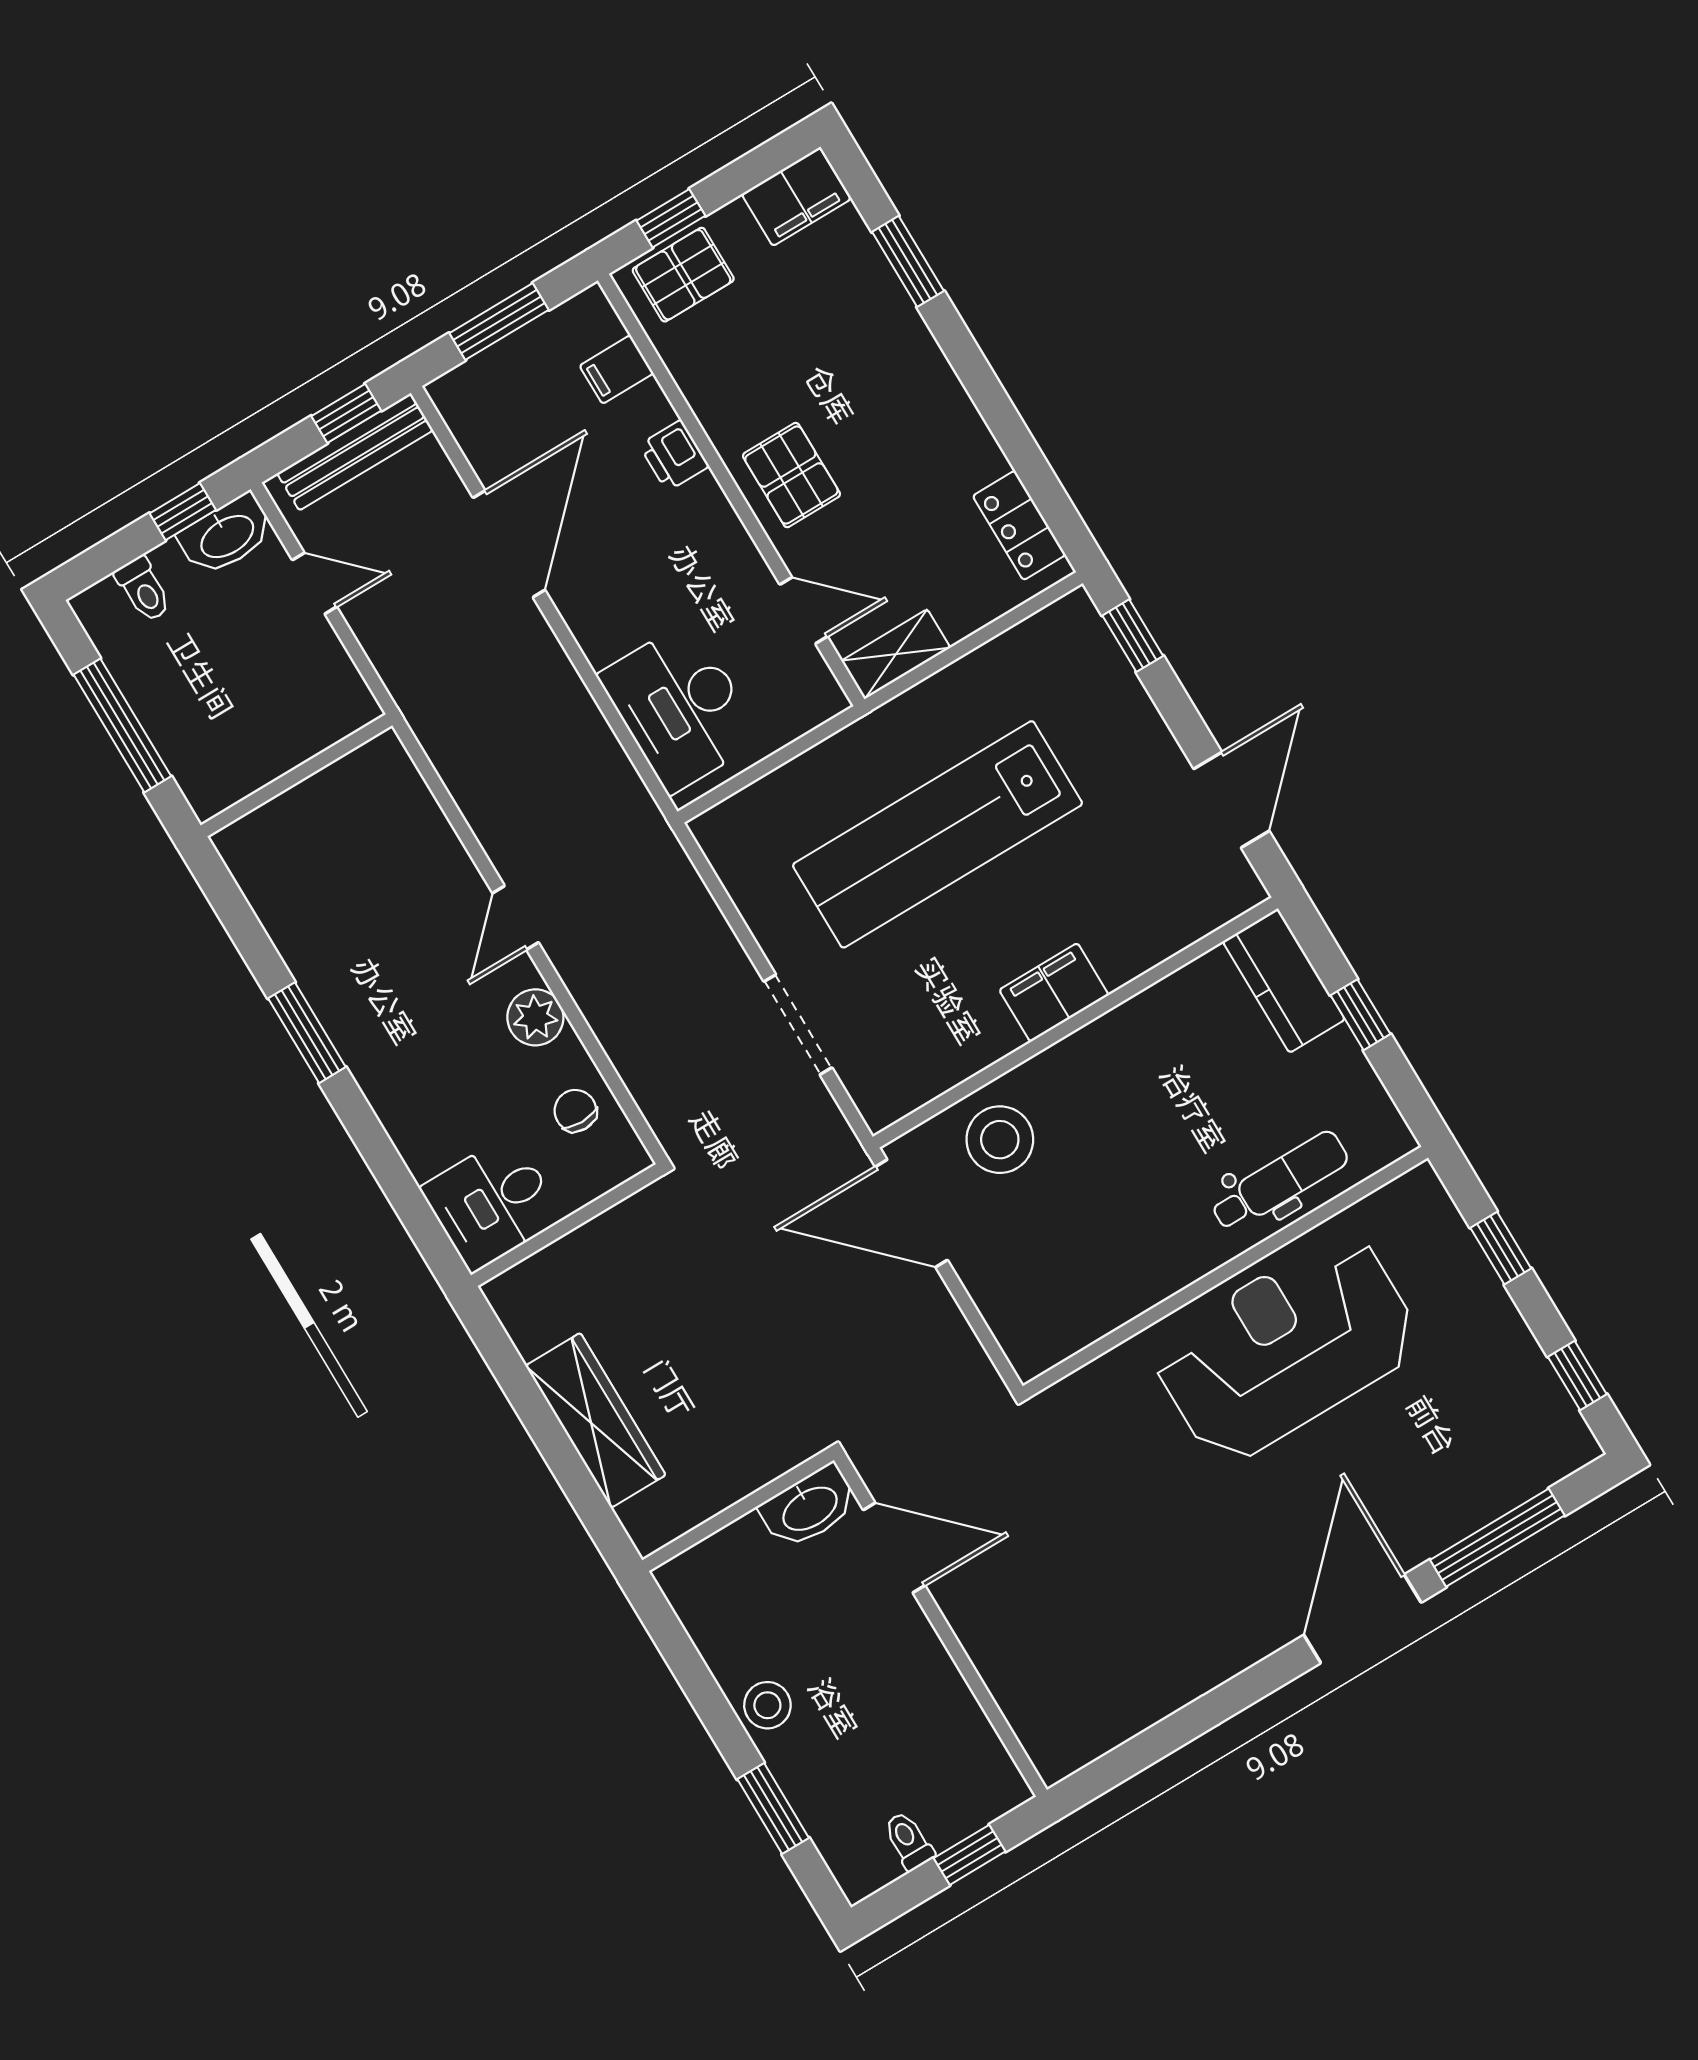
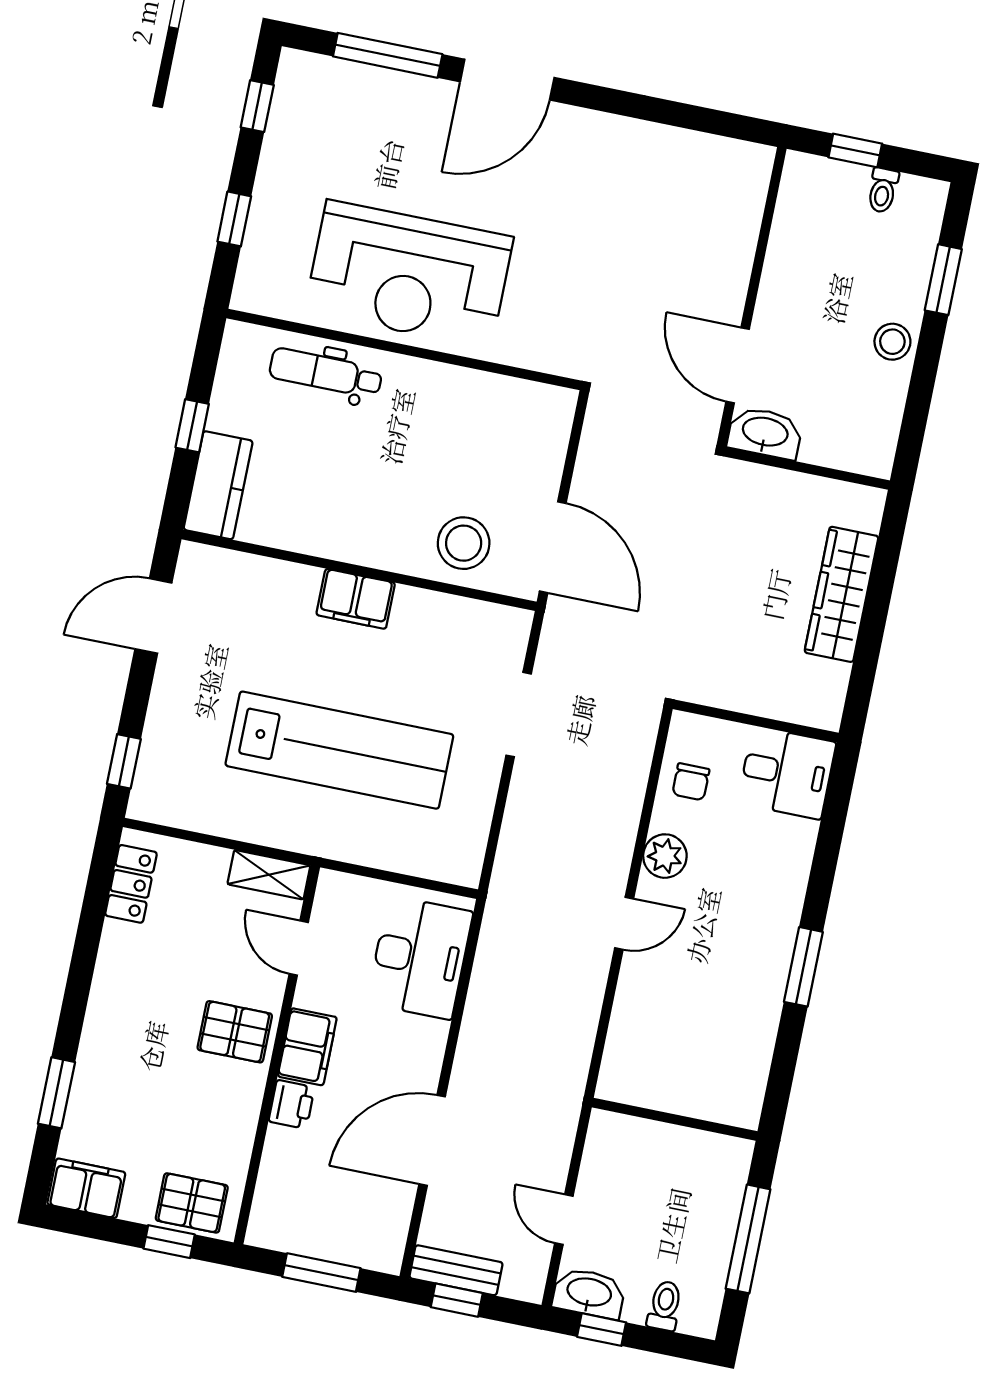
filing cabinet: (616, 369) -> (307, 1047), moved, width x2.00
bench: (355, 452) -> (456, 1270), width x0.73
pallet: (791, 475) -> (235, 1032), turned 90

